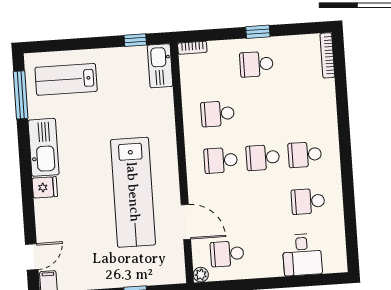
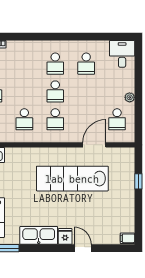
lab bench: (133, 192) -> (72, 179), turned 180
desk: (302, 255) -> (122, 54), moved, turned -90
door: (32, 257) -> (83, 248), moved
plant: (201, 275) -> (130, 97), moved

